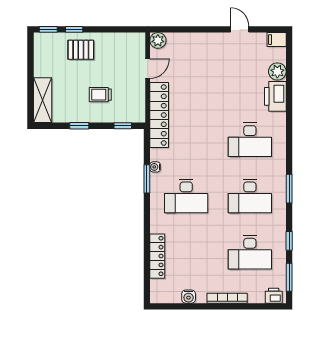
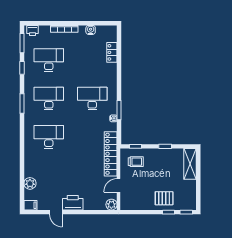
trolley: (100, 95) -> (136, 162), moved
printer: (275, 96) -> (73, 203), moved, turned -90
locker: (157, 256) -> (112, 52), width x0.66

